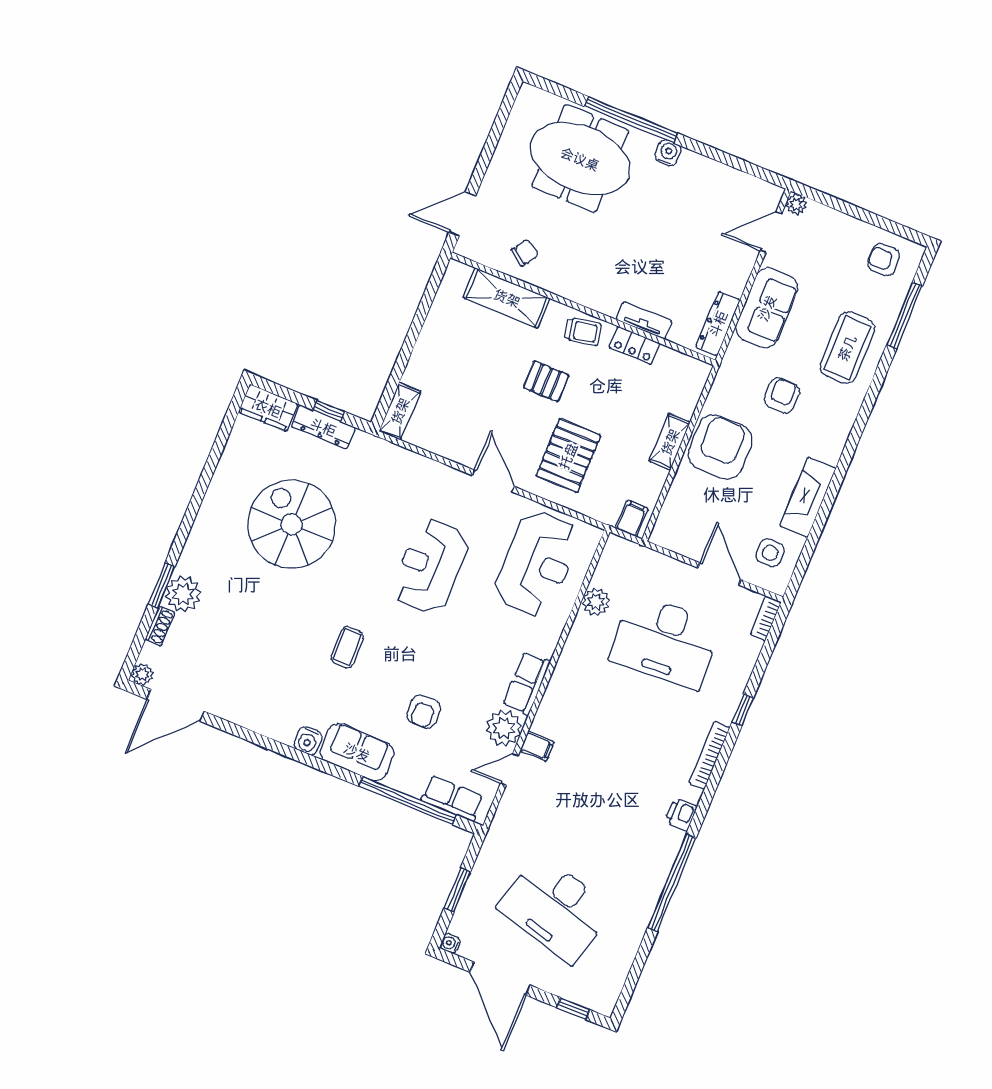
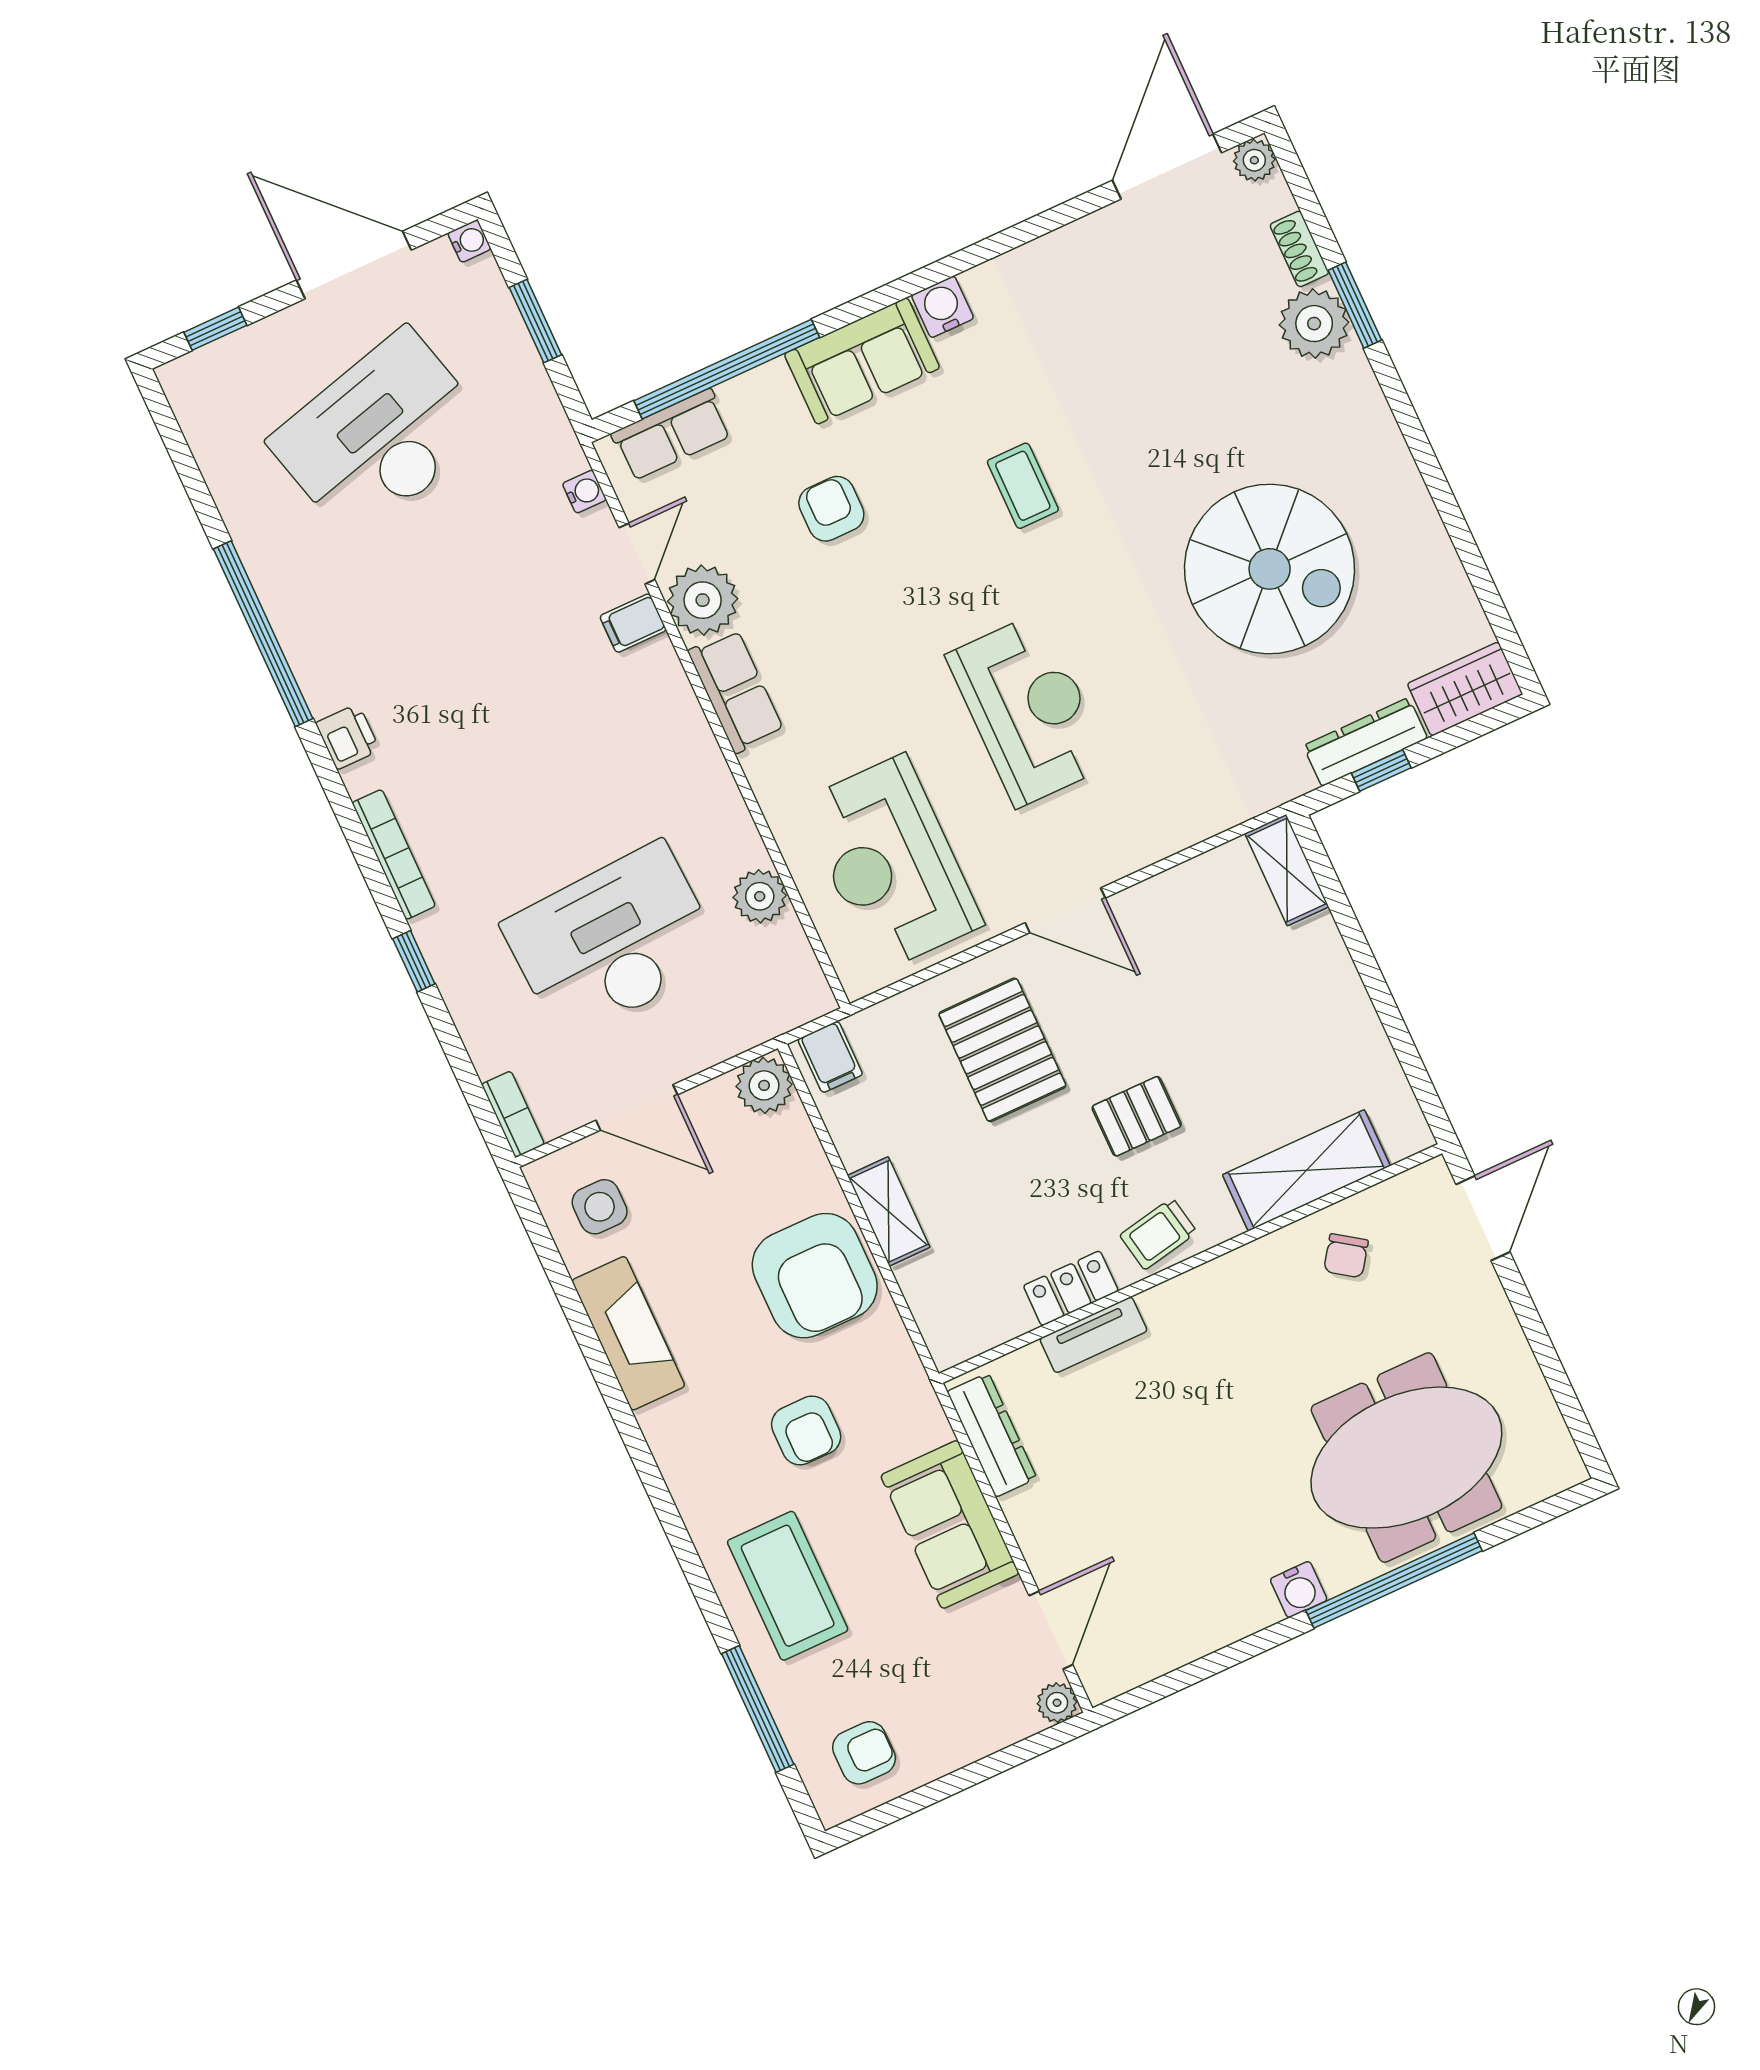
plant: (666, 533) -> (764, 1085), added
water cooler: (504, 811) -> (584, 492), added
desk: (555, 909) -> (380, 435), turned -30

